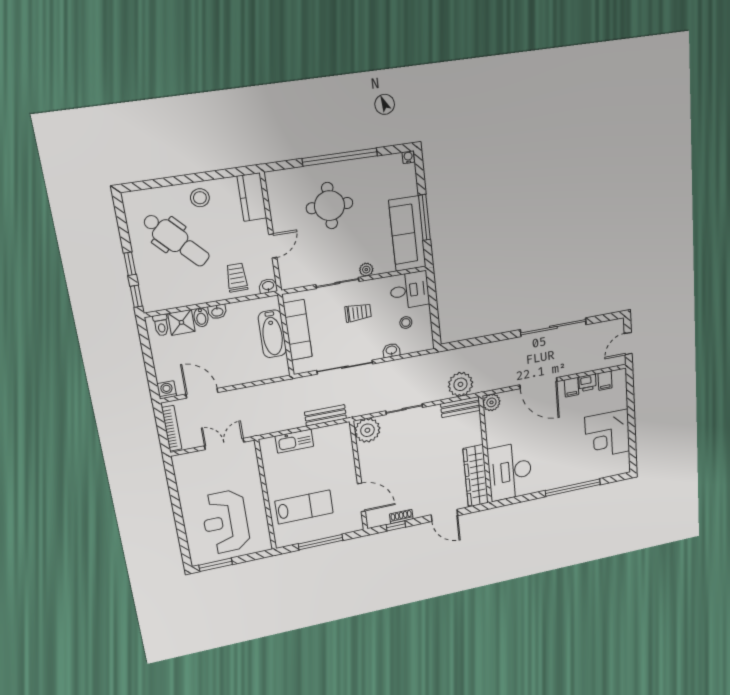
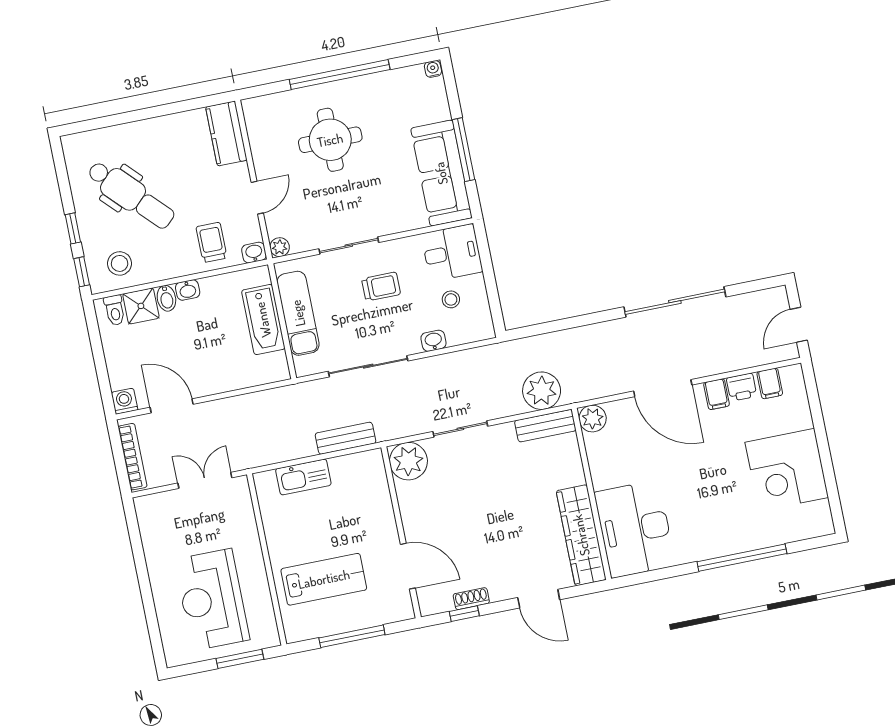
stool: (200, 198) -> (120, 263), moved
plant: (366, 270) -> (280, 247), moved
window: (216, 565) -> (240, 659), moved

